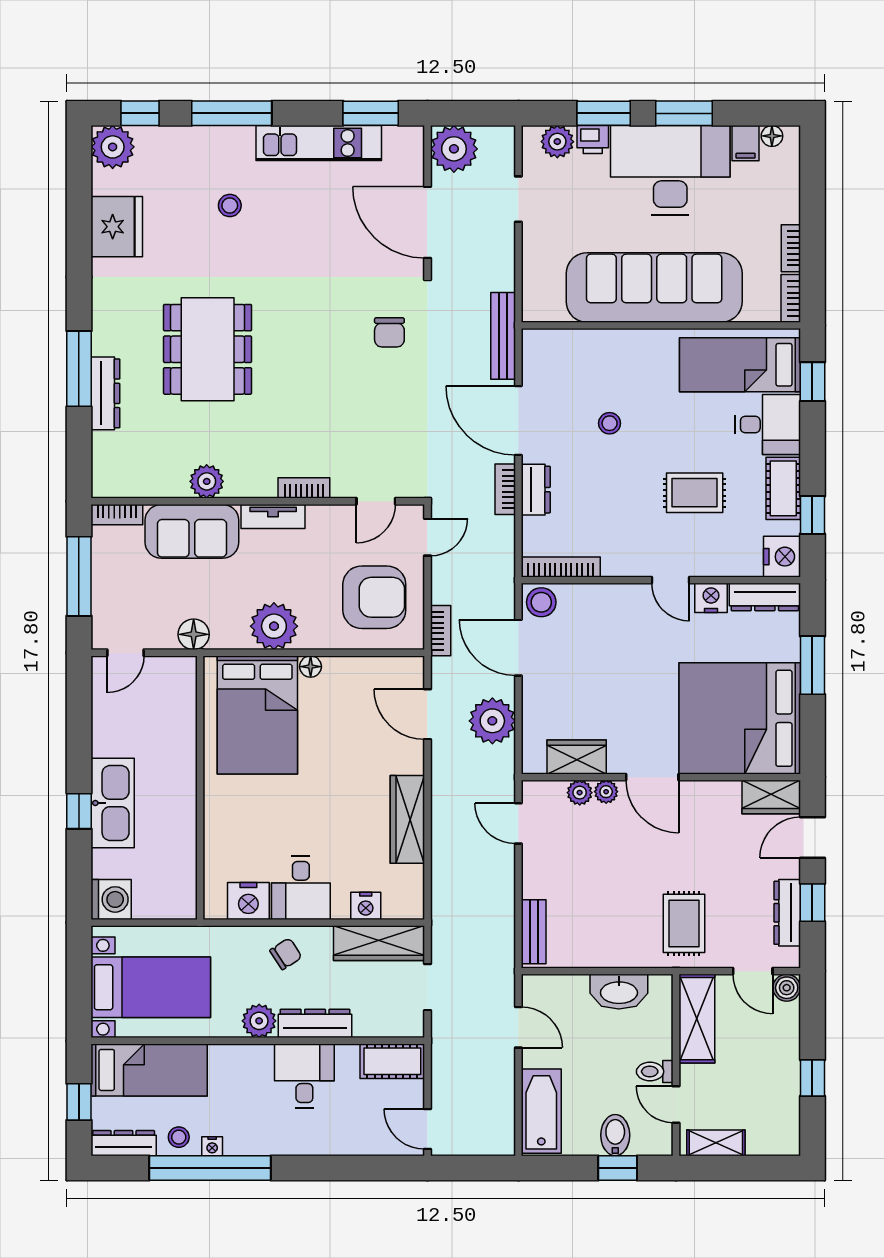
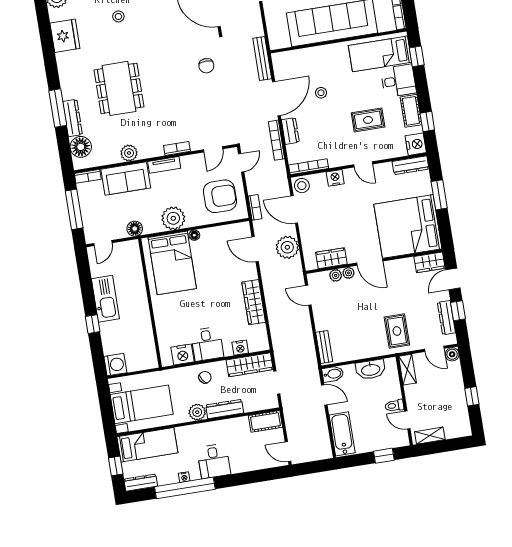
door: (518, 421) -> (276, 99), swing flipped
floor lamp: (112, 454) -> (81, 147), added
bookcase: (505, 489) -> (276, 140), width x1.56
nightstand: (711, 598) -> (335, 178), moved
kitchen sink: (113, 803) -> (105, 299), moved
shelving: (697, 1019) -> (407, 370), width x0.67, depth x0.75
desk: (304, 1076) -> (214, 461), moved, turned 180
bidet: (615, 1135) -> (333, 374), moved, turned 90
stool: (179, 1137) -> (167, 475), removed

